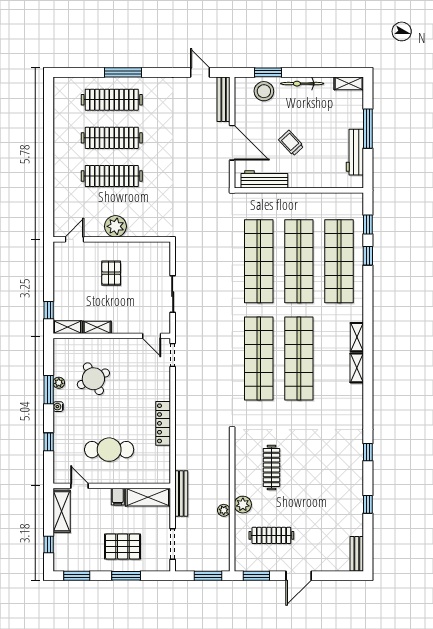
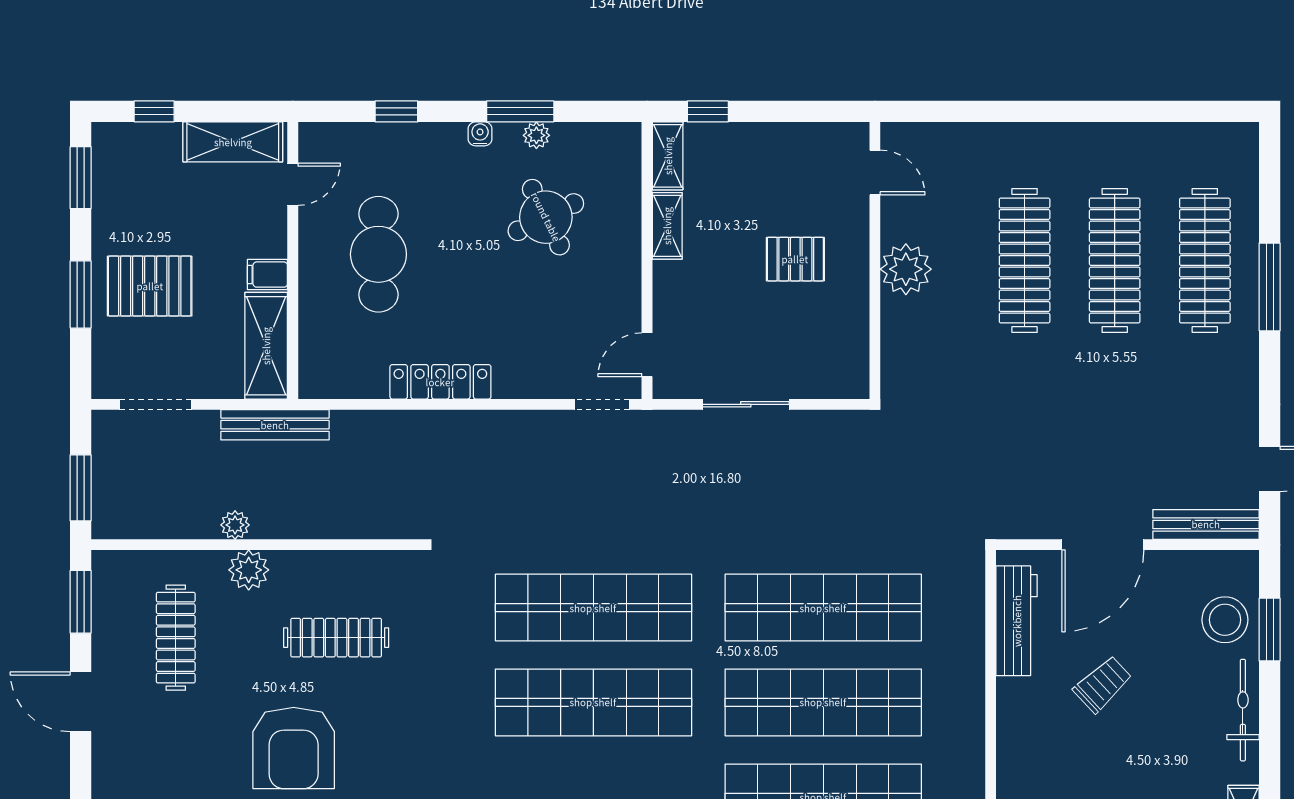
armchair: (318, 486) -> (294, 748), added
pallet: (123, 546) -> (150, 286), turned 90

